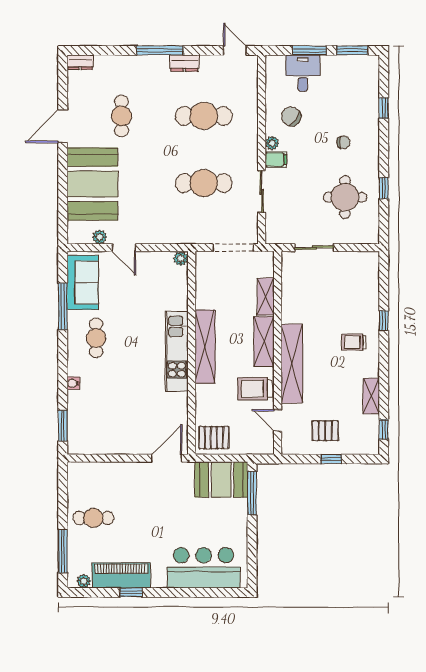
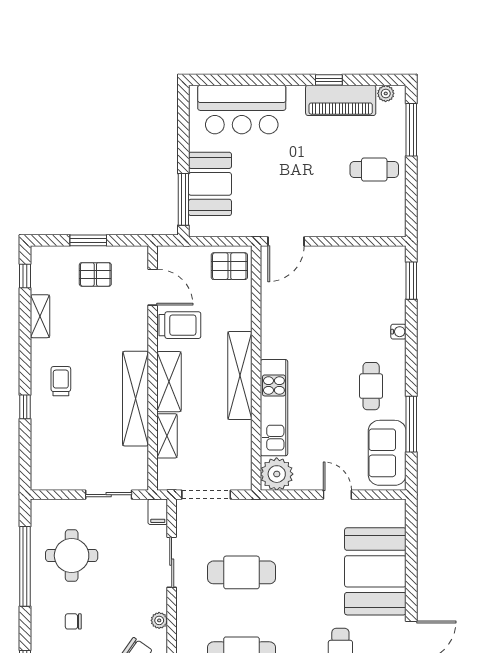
filing cabinet: (276, 160) -> (158, 512), moved, turned -90
window: (384, 188) -> (25, 566), width x3.17
plant: (100, 237) -> (367, 508), removed
plant: (181, 259) -> (277, 474), width x1.87, depth x1.87
trolley: (354, 342) -> (61, 381), turned -90
kitchen unit: (177, 351) -> (274, 408), moved
shelving: (292, 364) -> (136, 399), moved
door: (278, 420) -> (153, 287), width x1.38
window: (331, 459) -> (88, 240), width x1.50
booth: (221, 479) -> (210, 184), moved, turned 90

